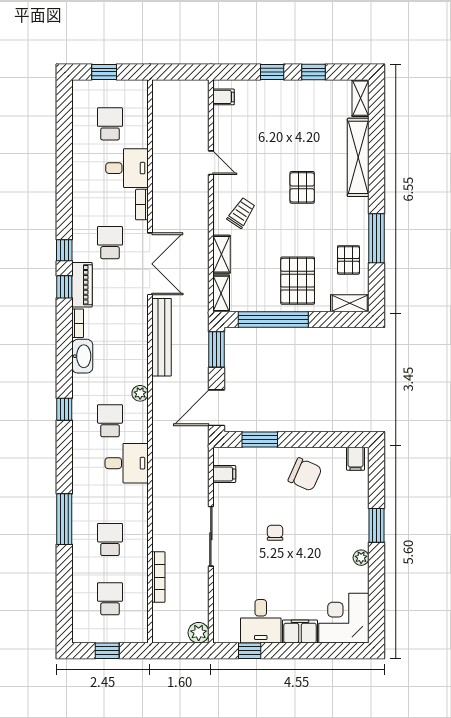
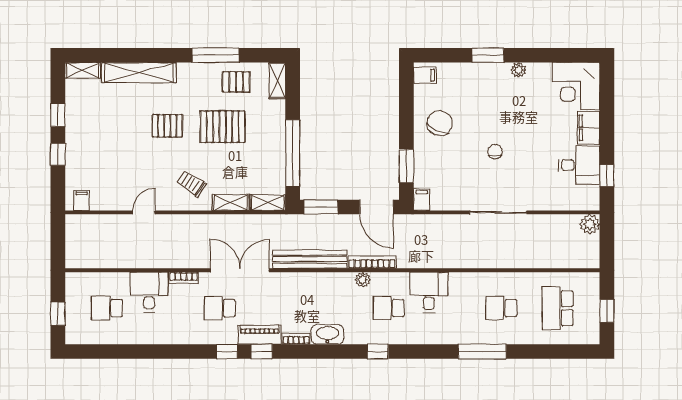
pallet: (298, 281) -> (223, 127), moved
filing cabinet: (224, 474) -> (422, 200), moved
chair: (275, 533) -> (495, 152), turned 90
bookcase: (158, 577) -> (372, 262), moved
school desk: (110, 599) -> (558, 308), width x1.85

